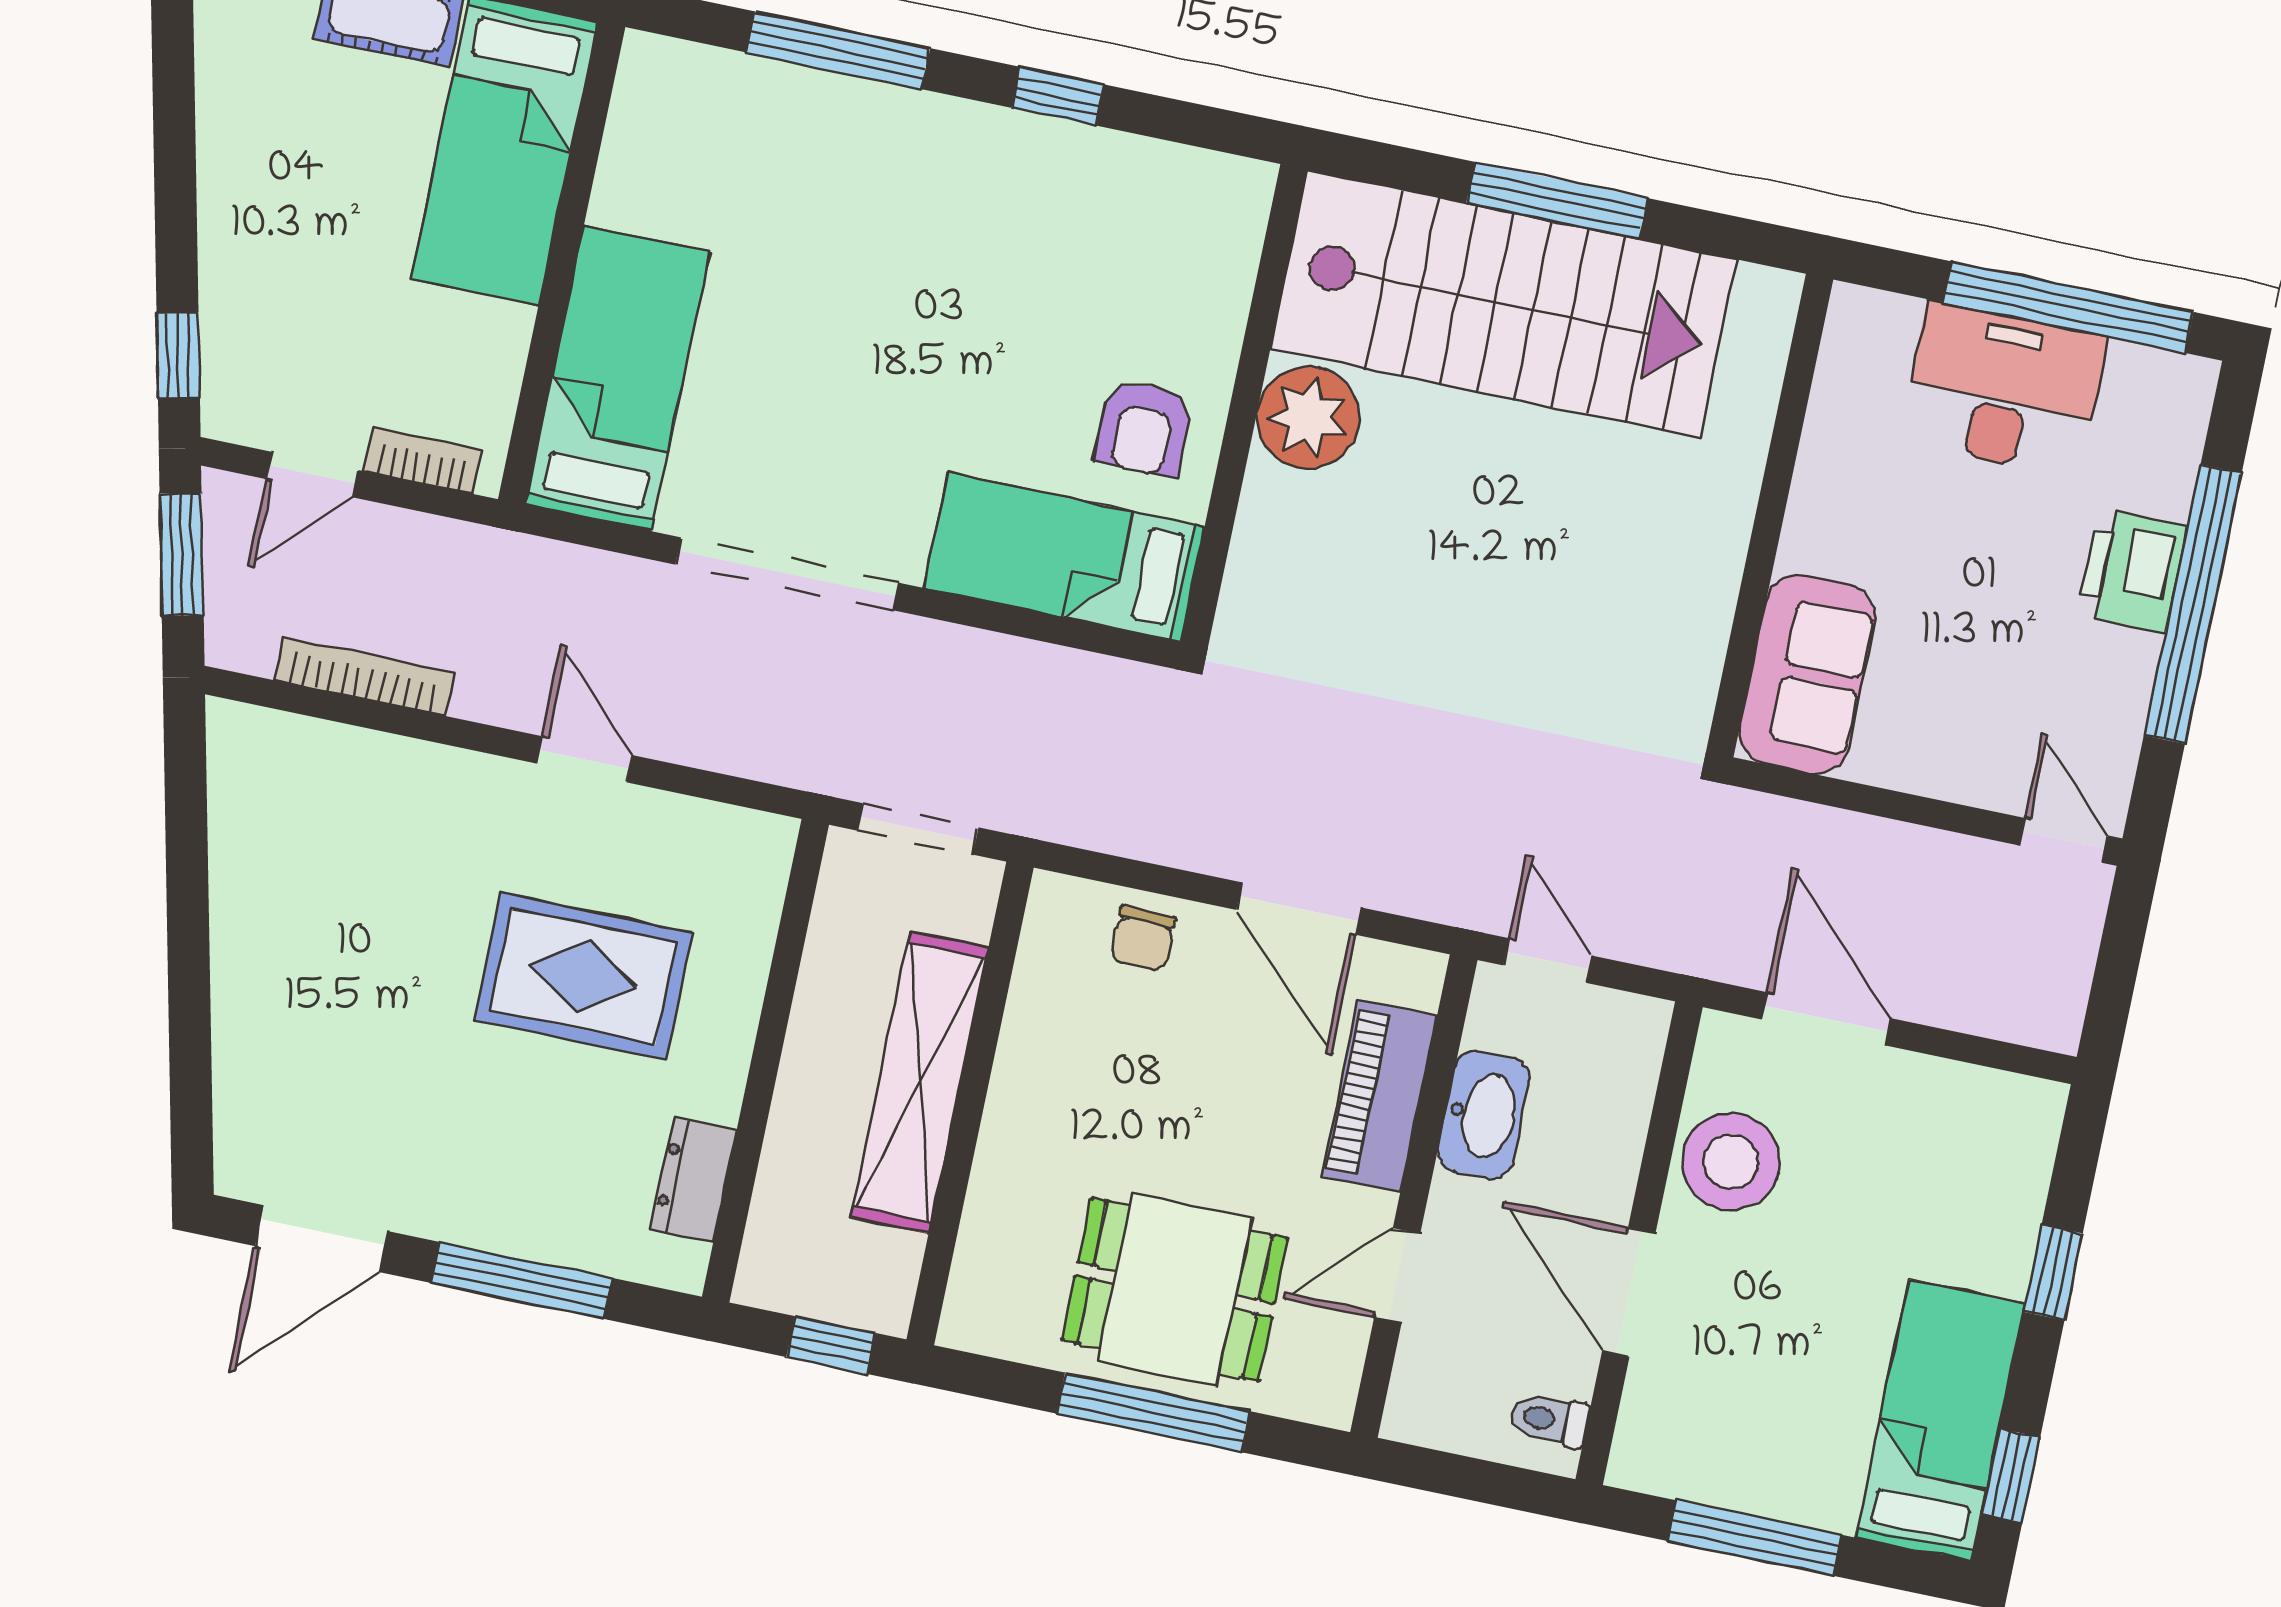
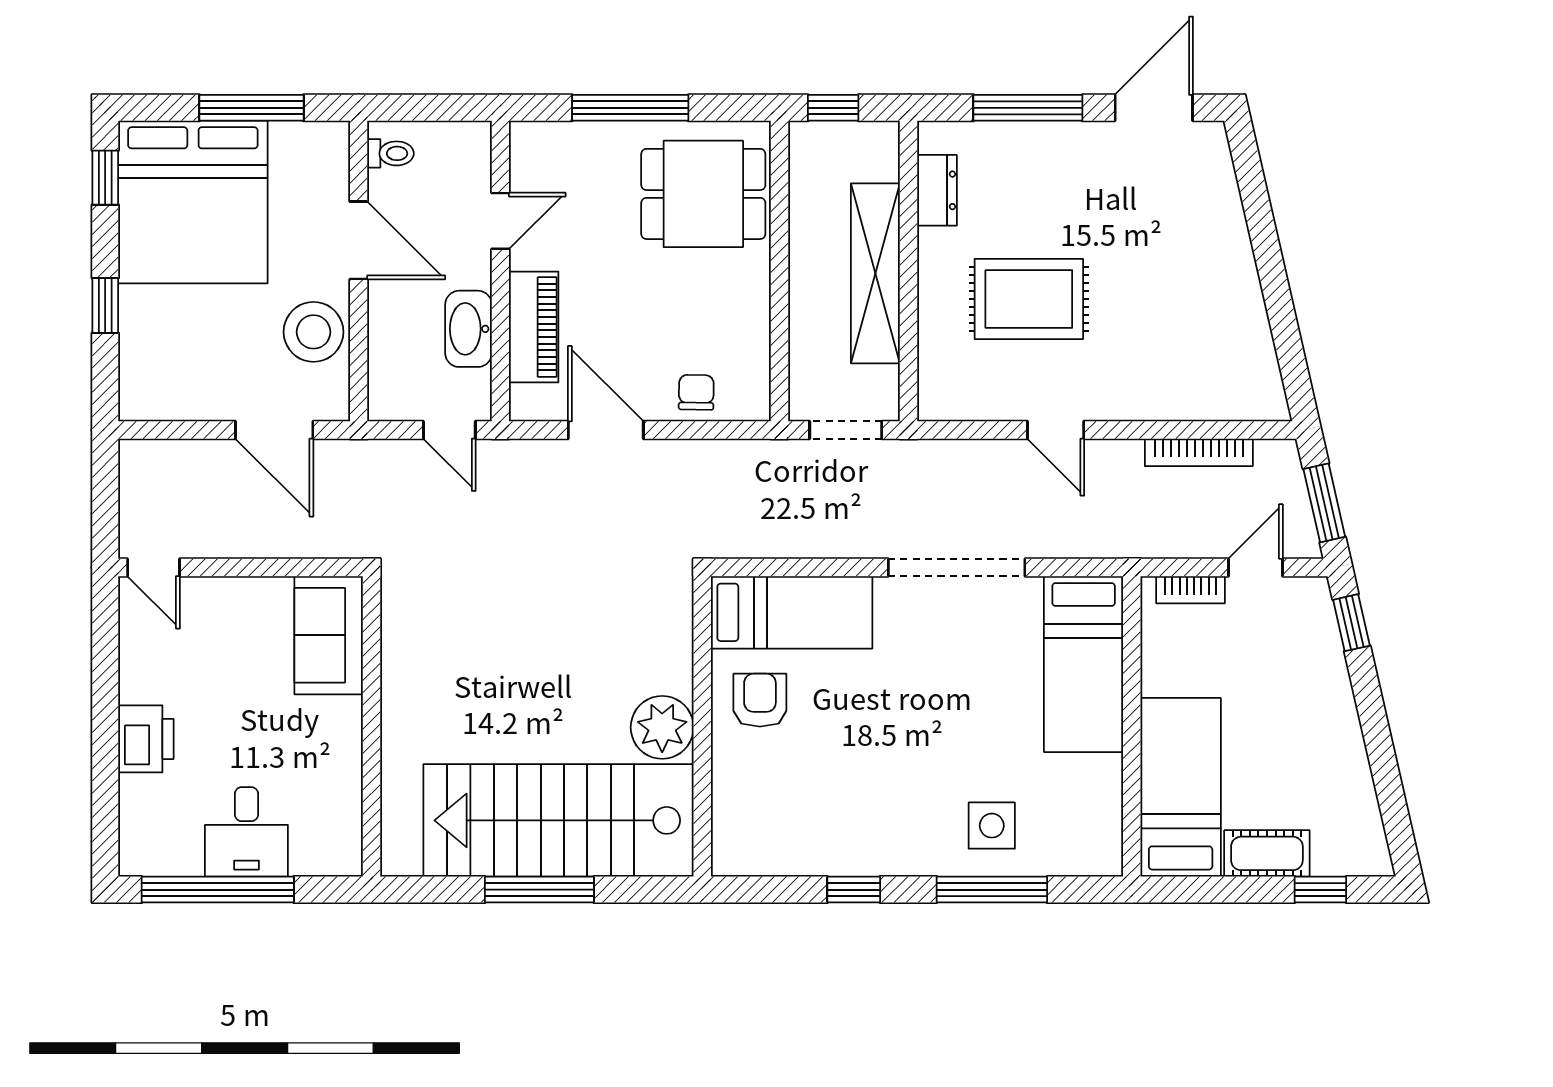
side table: (817, 152) -> (992, 826), added
desk: (2003, 389) -> (246, 832), width x0.73
window: (2193, 604) -> (105, 726), removed
shelving: (920, 1082) -> (875, 273), moved
dining table: (1175, 1290) -> (703, 194), moved
bed: (1940, 1421) -> (193, 202), width x2.04

